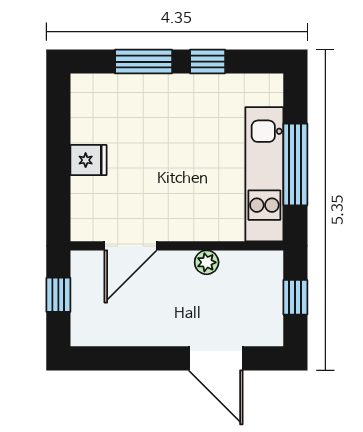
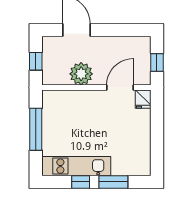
fridge: (89, 160) -> (143, 99), moved, turned -90
kitchen unit: (264, 174) -> (76, 166), moved, turned -90
plant: (207, 262) -> (81, 74), width x1.87, depth x1.87

